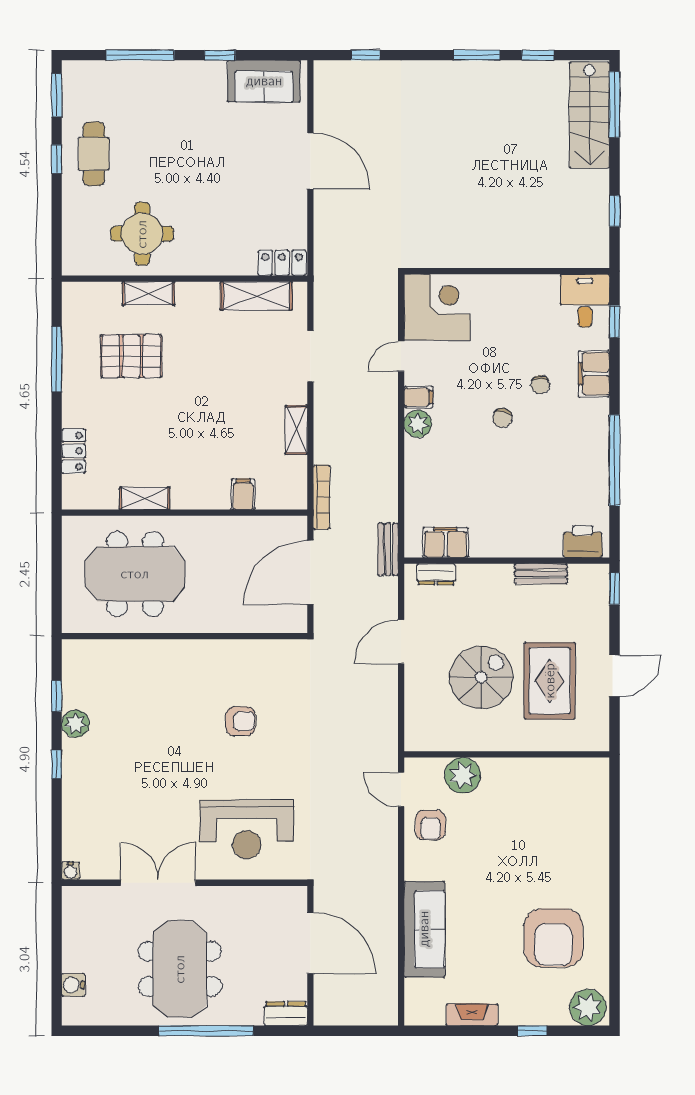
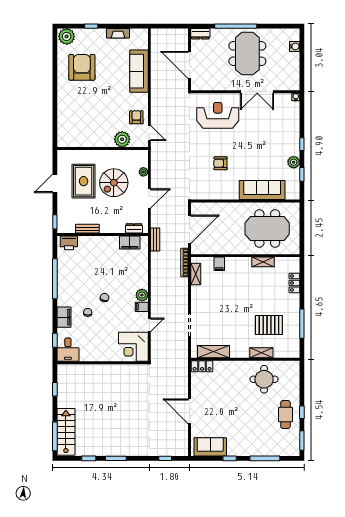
shelving: (296, 430) -> (196, 274), moved
sofa: (147, 661) -> (262, 190), added
plant: (414, 702) -> (143, 172), added

